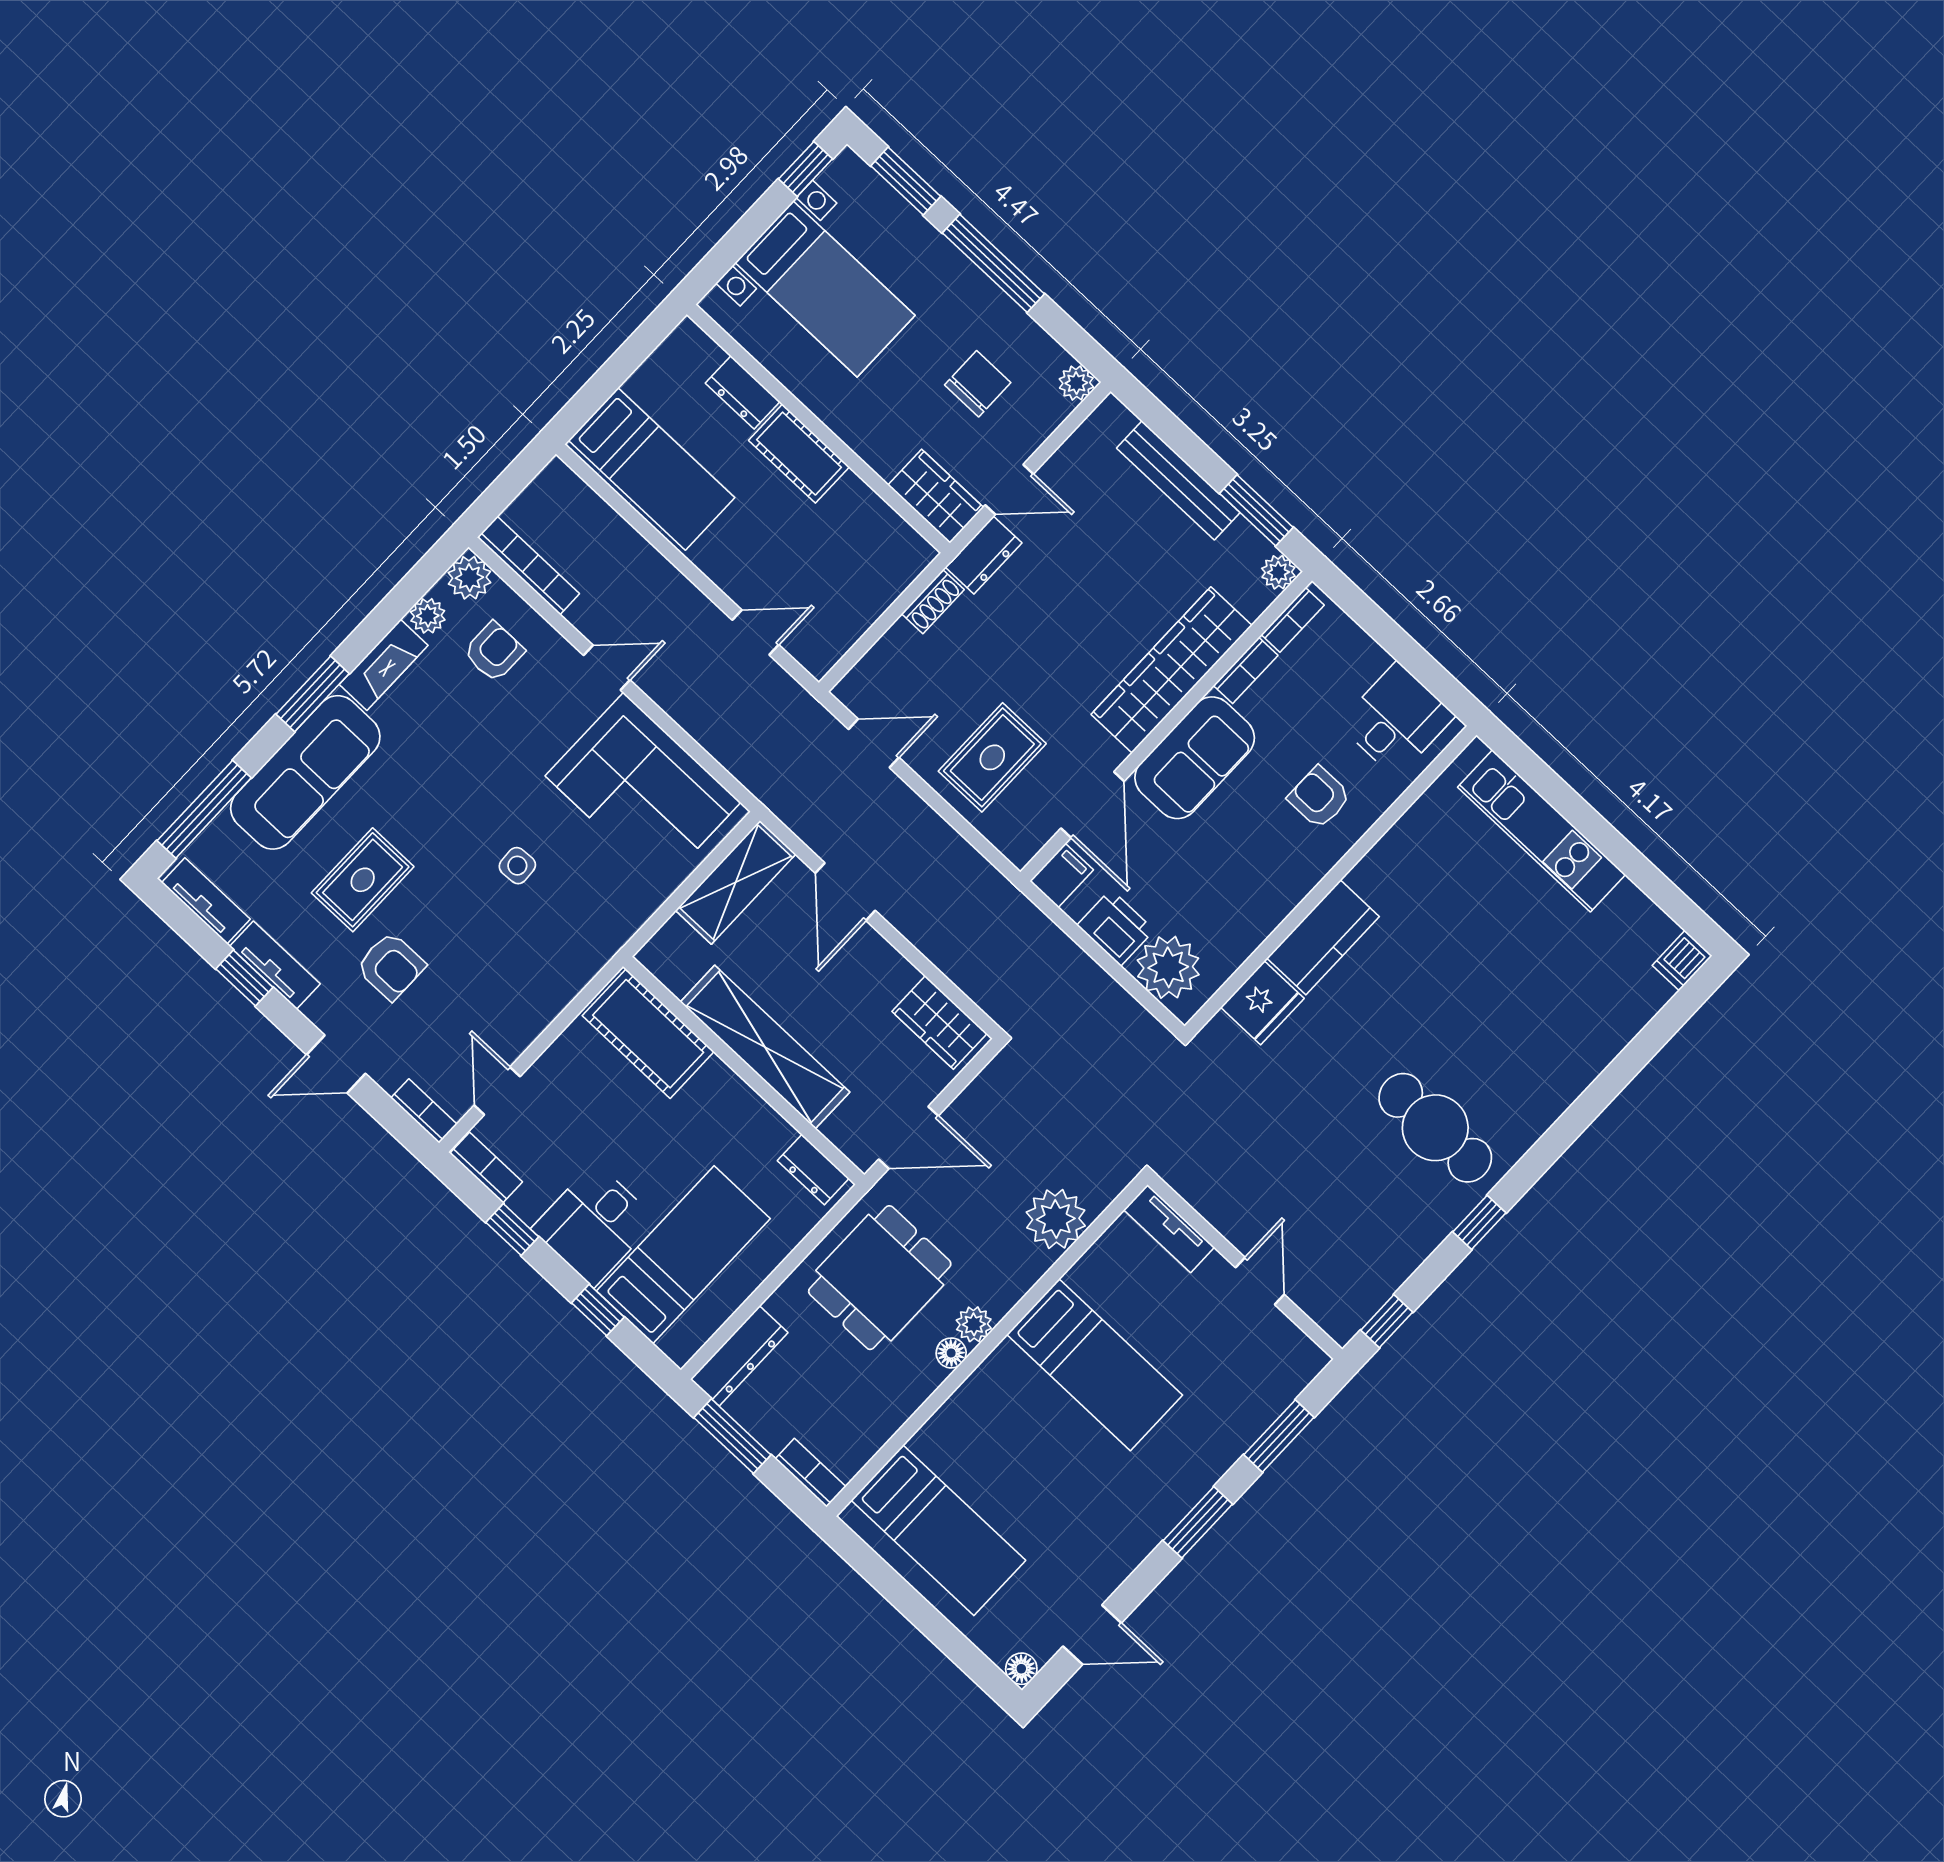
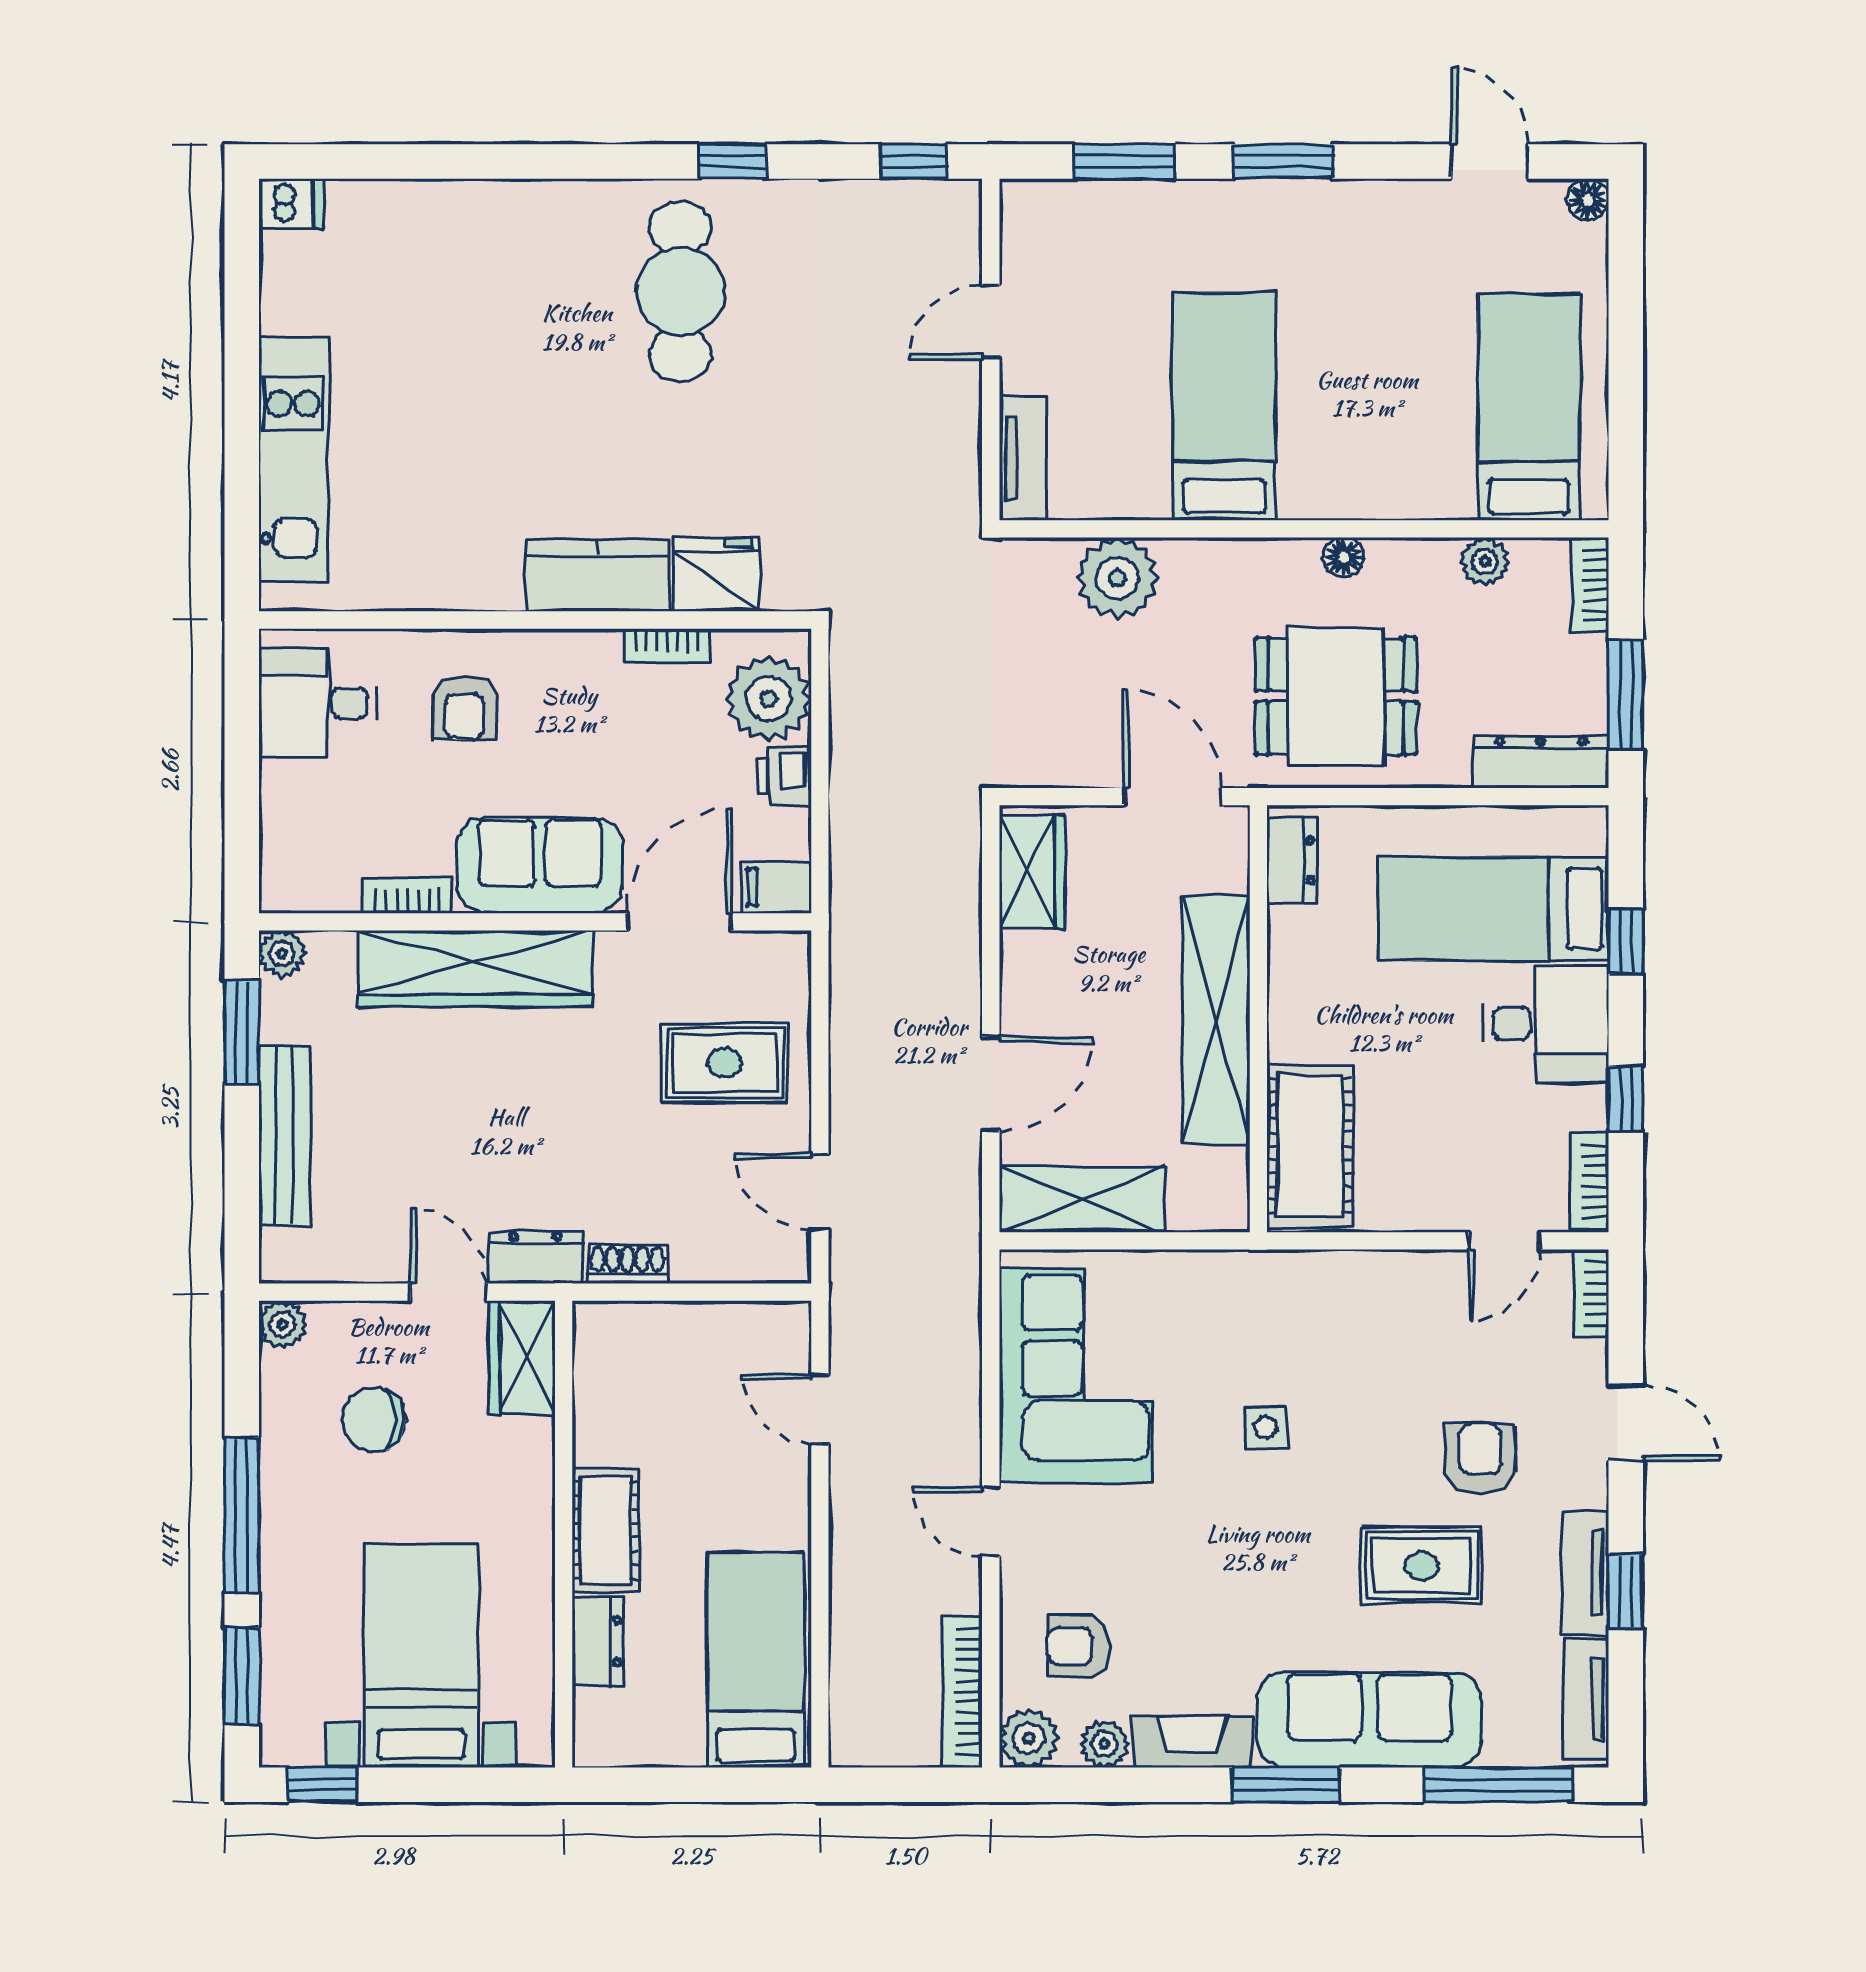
bookcase: (1293, 620) -> (667, 646), moved, turned 180
printer: (1116, 928) -> (784, 776), width x0.73, depth x0.81
plant: (974, 1324) -> (1485, 562), moved

